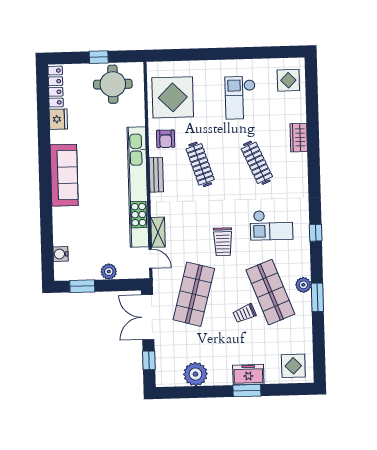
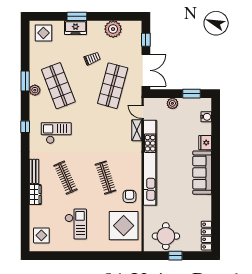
fridge: (58, 119) -> (205, 143), moved
bench: (156, 175) -> (34, 171), moved
trolley: (223, 242) -> (91, 122), removed
trolley: (245, 313) -> (92, 58), moved

